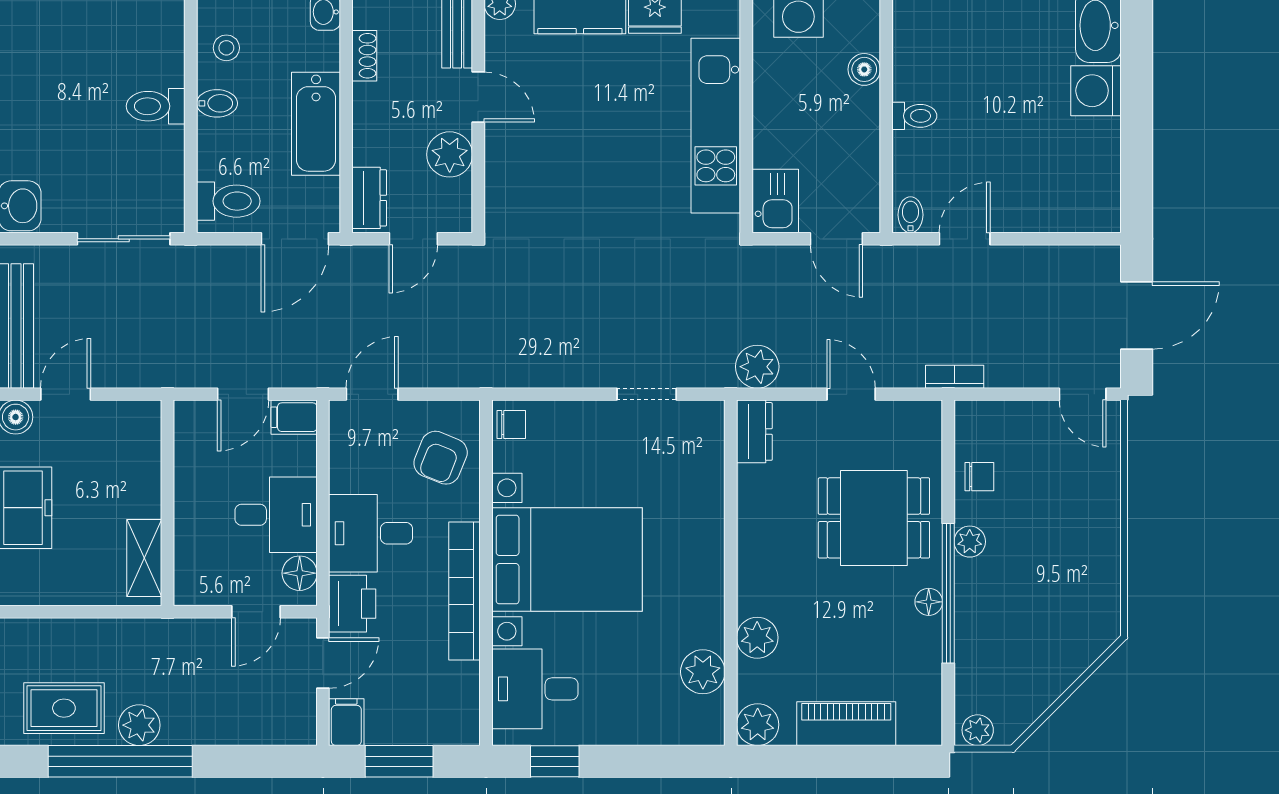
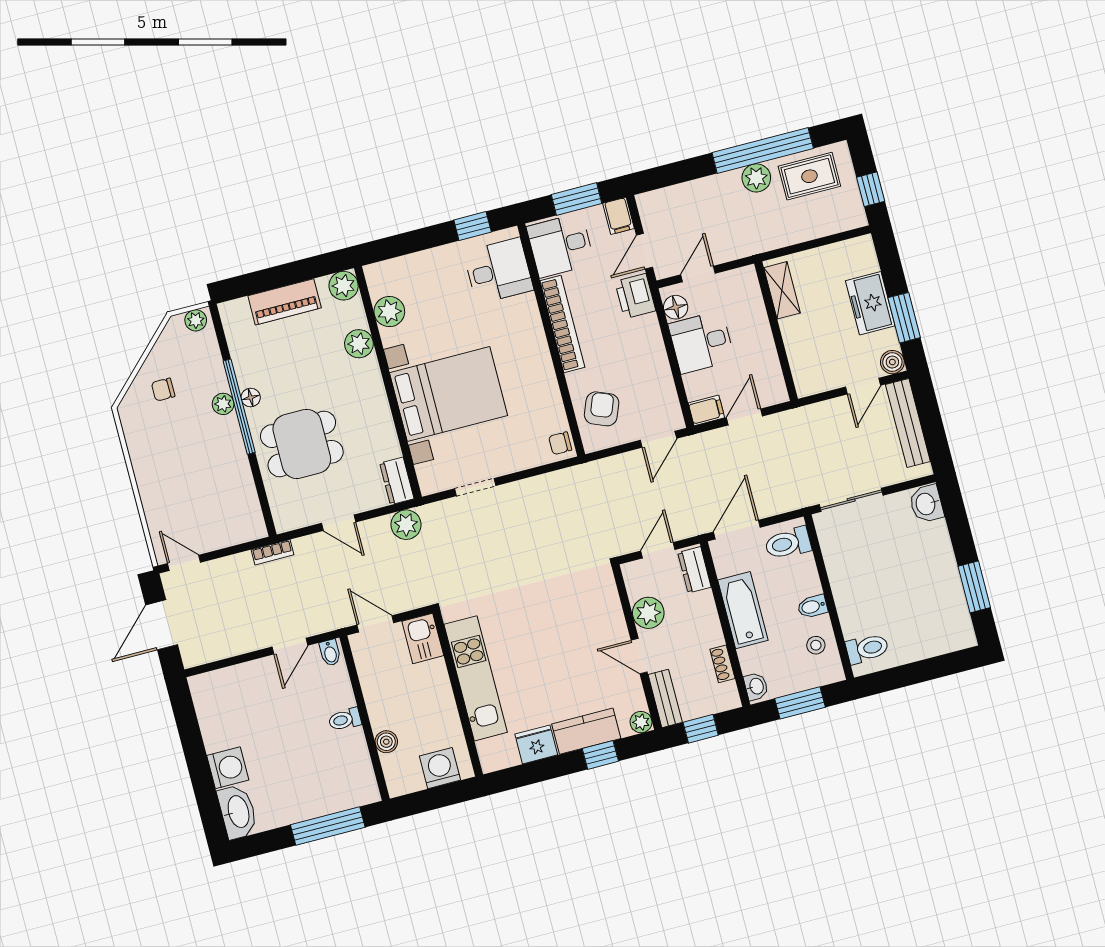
toilet: (156, 106) -> (867, 649), moved
chair: (979, 477) -> (163, 390), moved
desk: (371, 533) -> (561, 245), moved, turned 180
plant: (970, 542) -> (223, 404), moved
bed with nightstands: (567, 560) -> (449, 394), moved, turned 180

